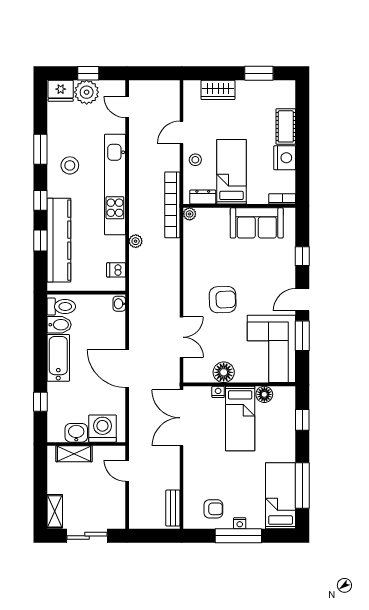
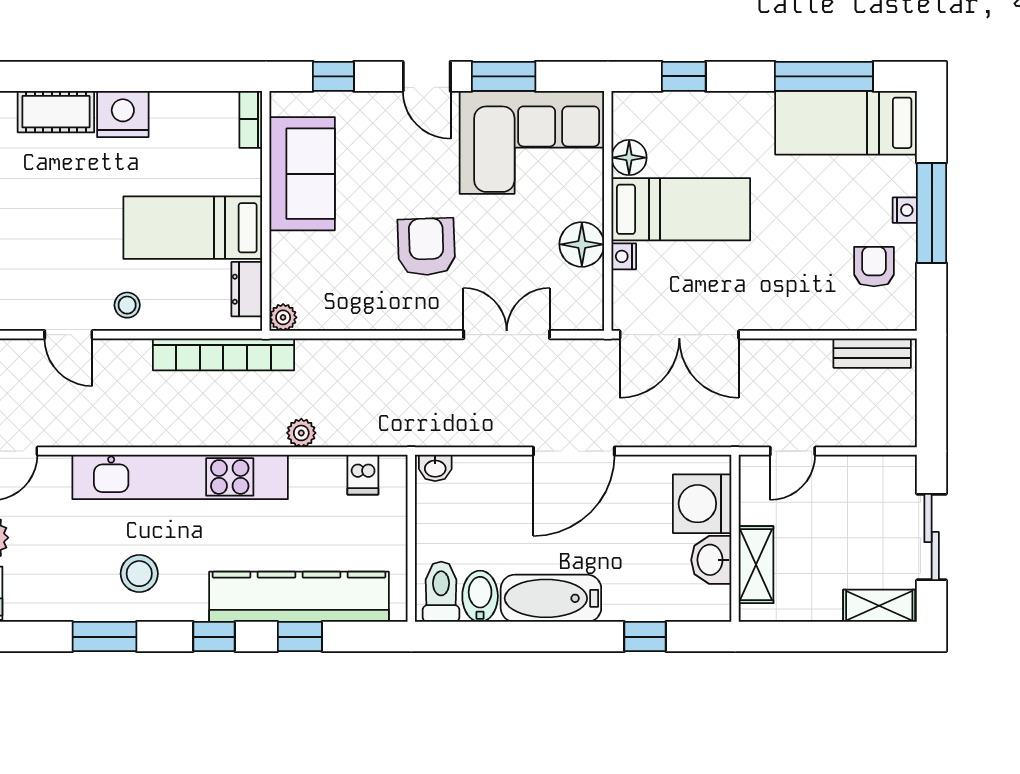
bed: (231, 172) -> (193, 228), moved
dresser: (203, 197) -> (247, 289), moved
bookcase: (282, 199) -> (251, 119), moved
wall: (239, 206) -> (266, 211), moved
plant: (190, 214) -> (283, 317), moved
sofa: (257, 223) -> (302, 174), moved

